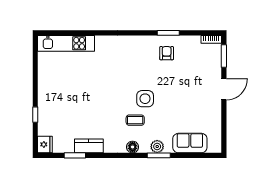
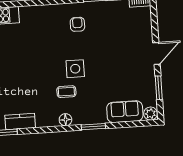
armchair: (167, 53) -> (77, 24), moved
window: (224, 56) -> (159, 88), moved
plant: (157, 147) -> (151, 114), moved

